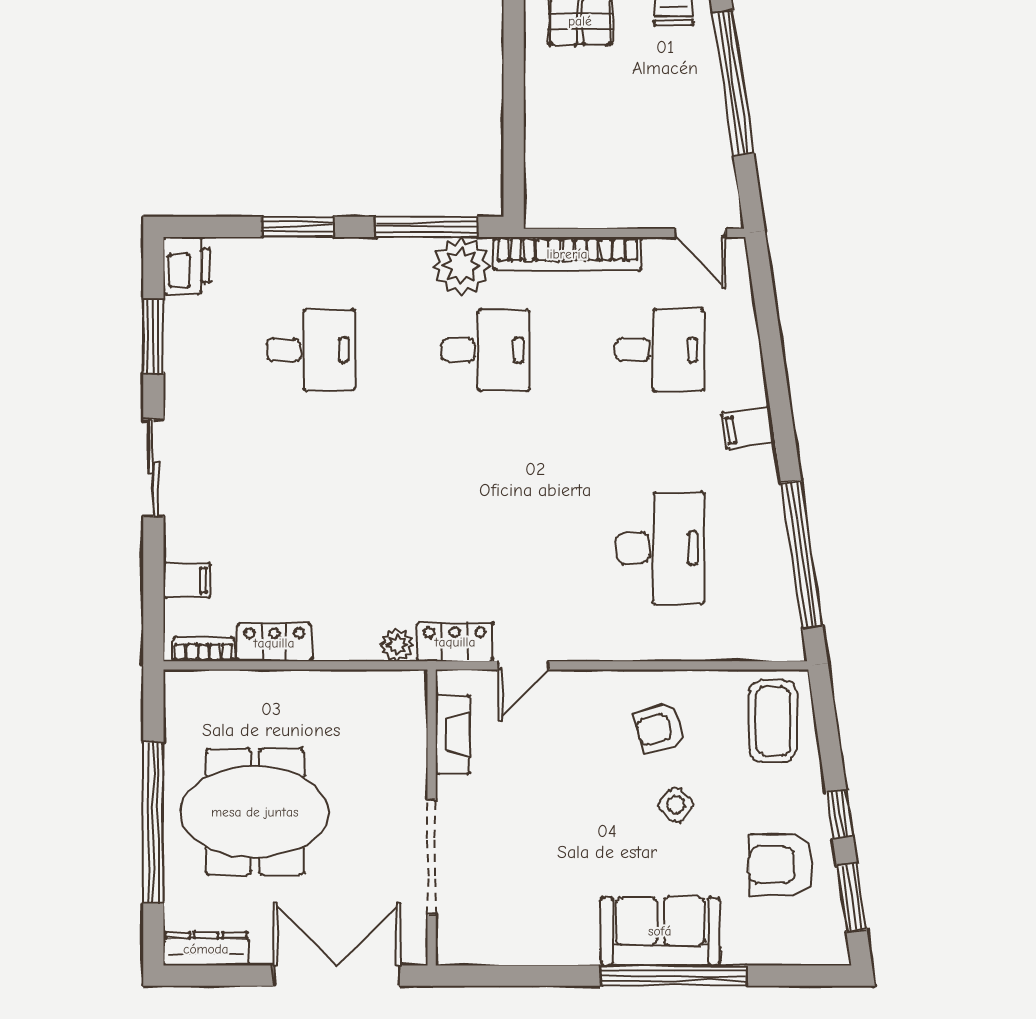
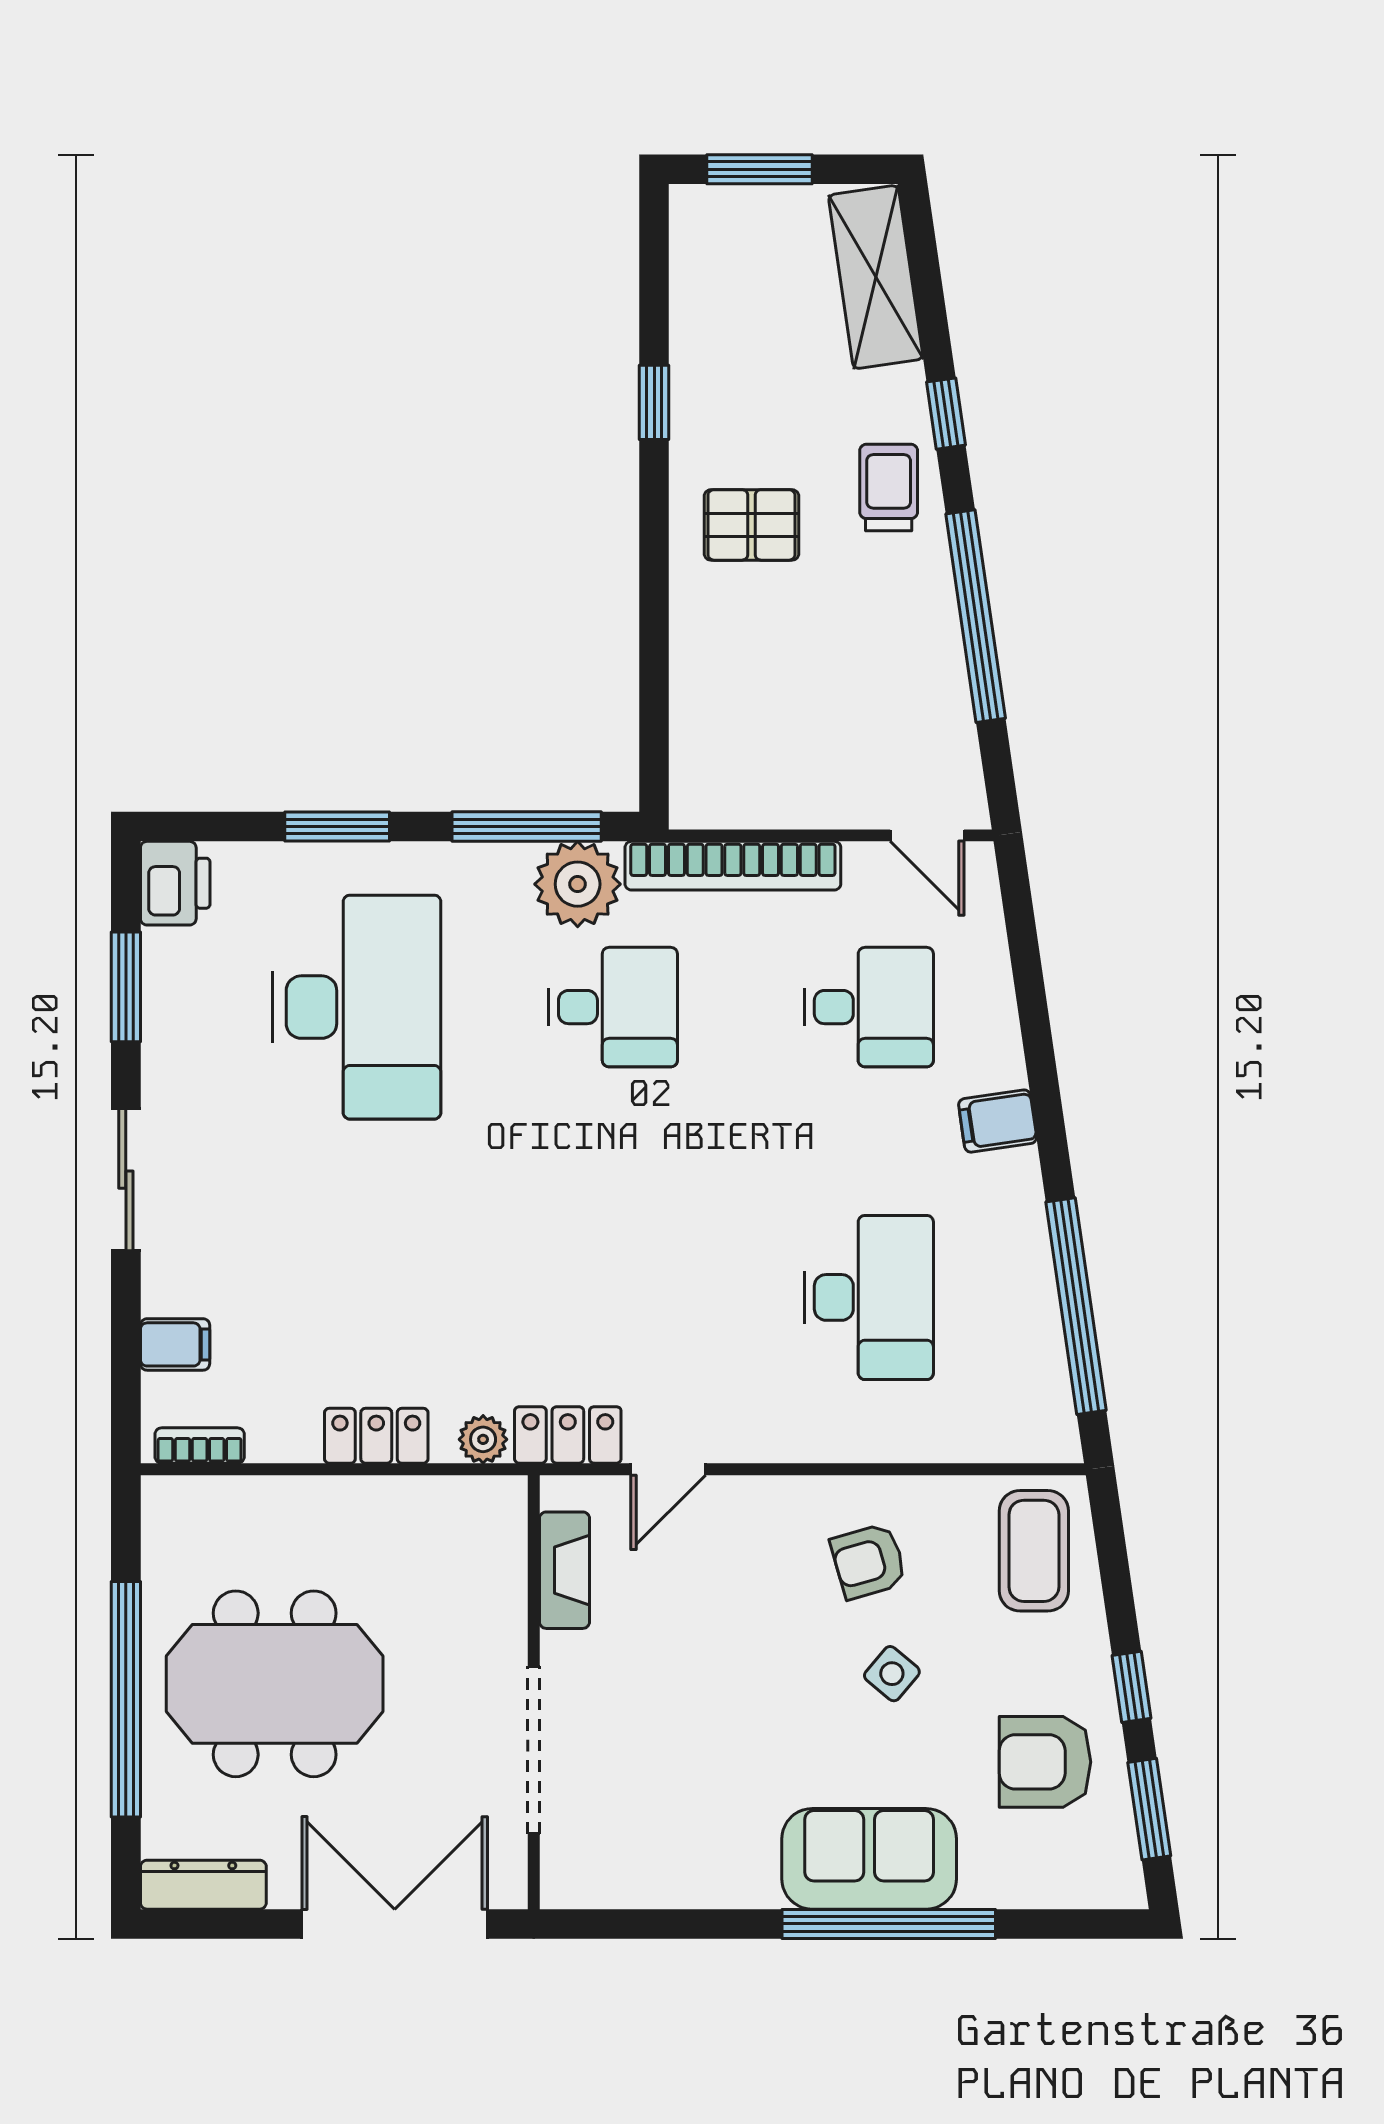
desk: (311, 350) -> (357, 1007), width x1.87, depth x1.30
locker: (274, 643) -> (376, 1436), moved

